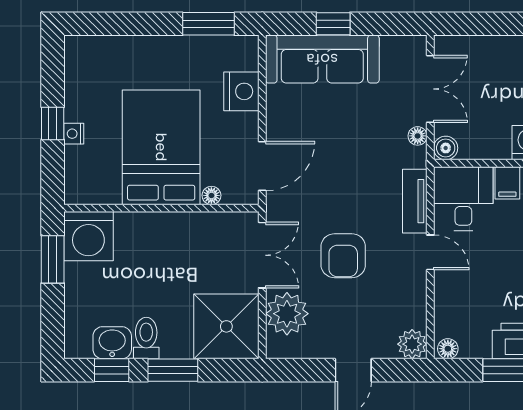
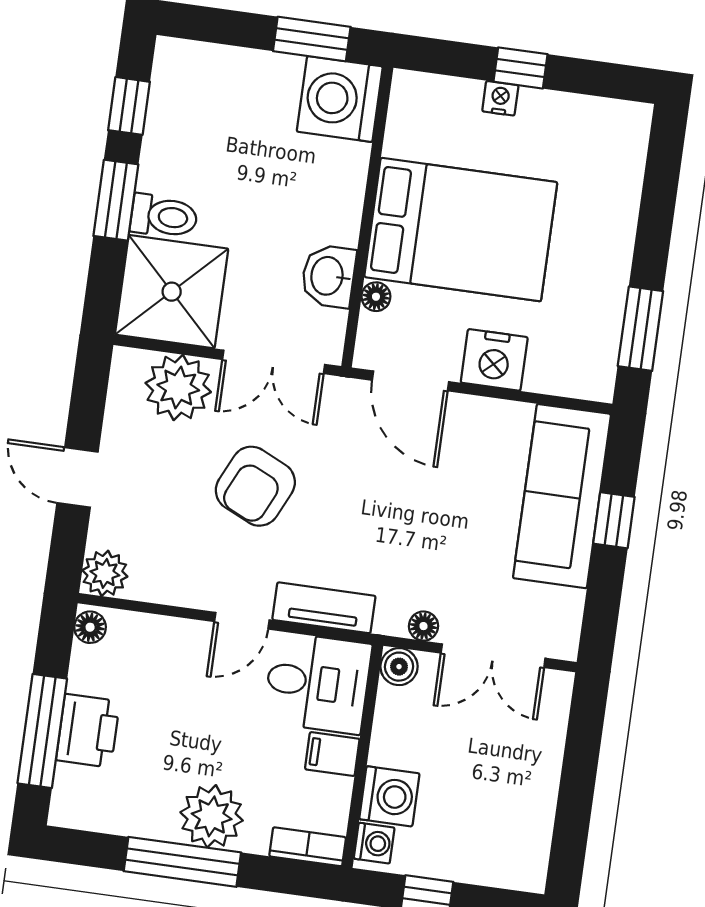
nightstand: (241, 91) -> (494, 360), moved
armchair: (343, 256) -> (255, 486), turned -65
toilet: (146, 338) -> (164, 216), moved
washbasin: (112, 343) -> (328, 276), moved, turned 180

